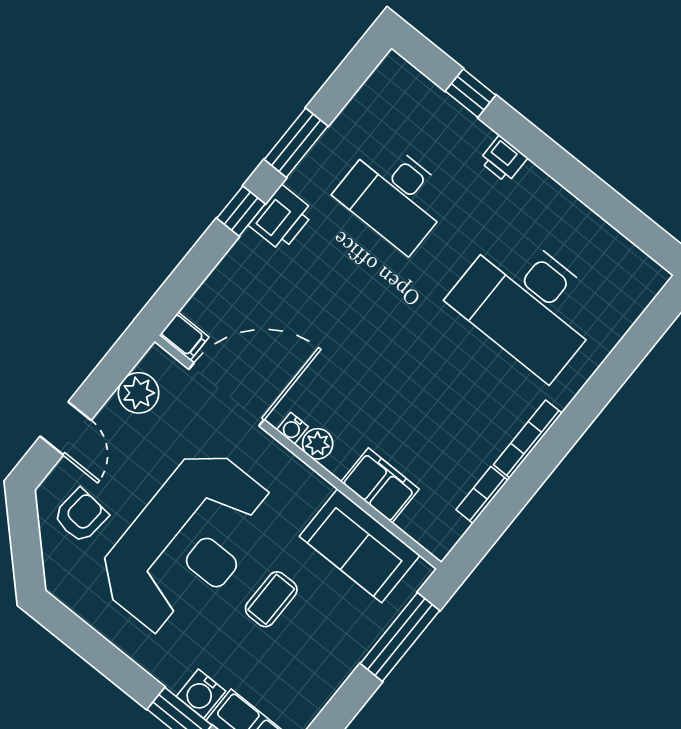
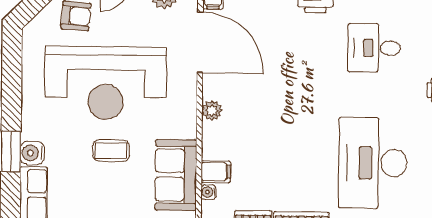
desk: (394, 196) -> (374, 48), width x0.73
water cooler: (292, 428) -> (209, 192), moved
filing cabinet: (380, 485) -> (216, 172), width x0.50

